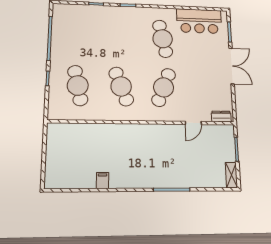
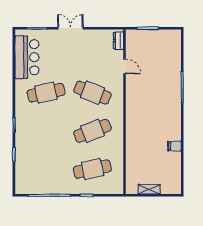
double door: (232, 66) -> (70, 28), width x0.73
shelving: (231, 175) -> (149, 189), moved

